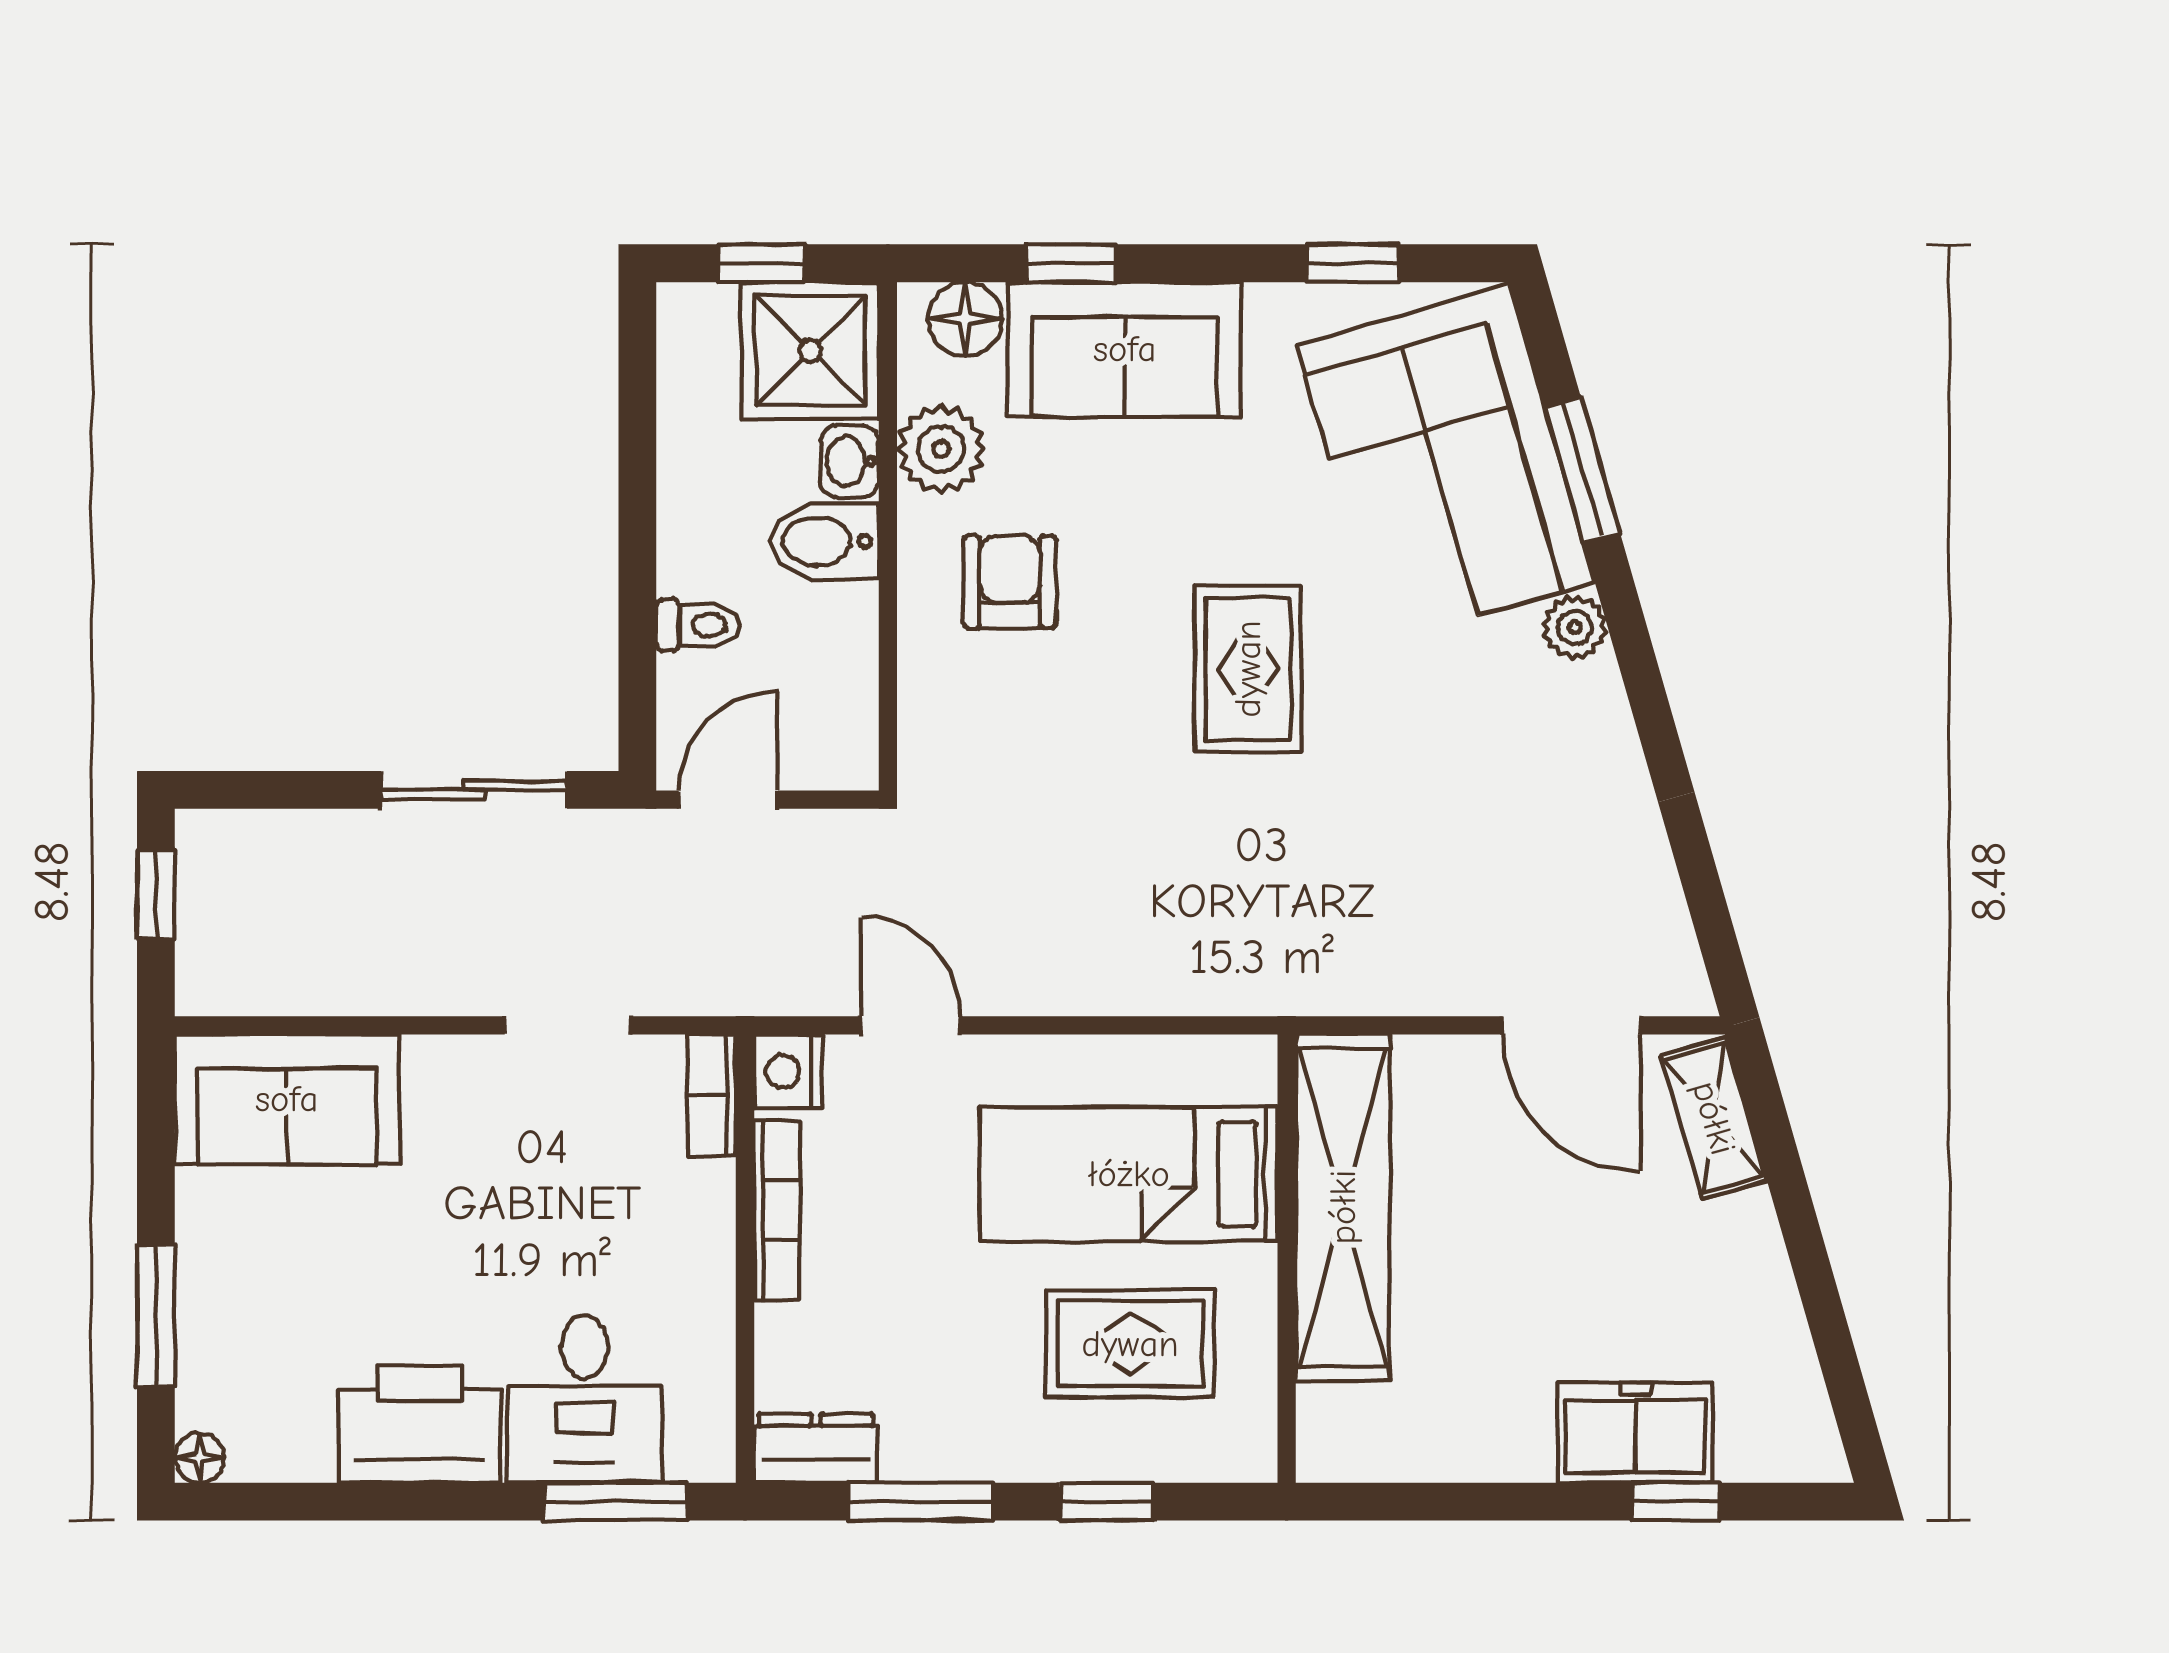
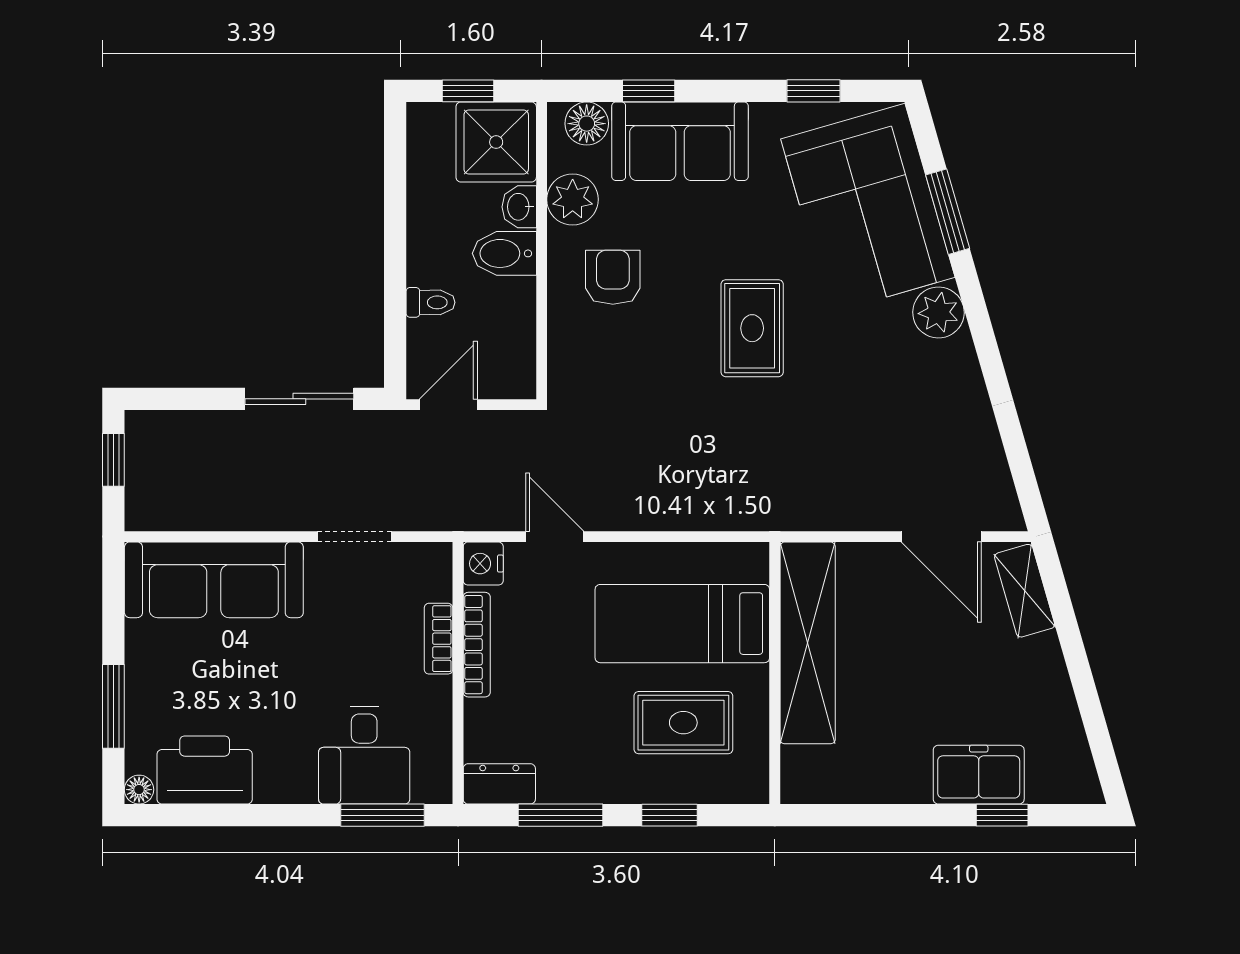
plant: (1575, 627) -> (938, 312), width x1.38, depth x1.38
bookcase: (712, 1095) -> (438, 639), moved
sofa: (287, 1099) -> (214, 580), width x1.36
printer: (420, 1424) -> (205, 770), moved

